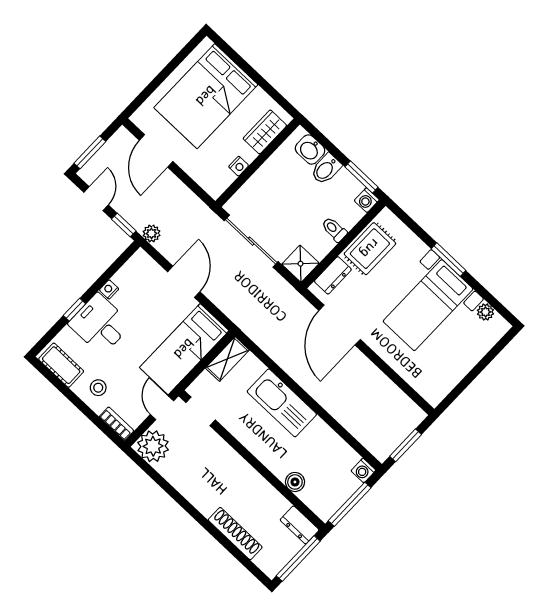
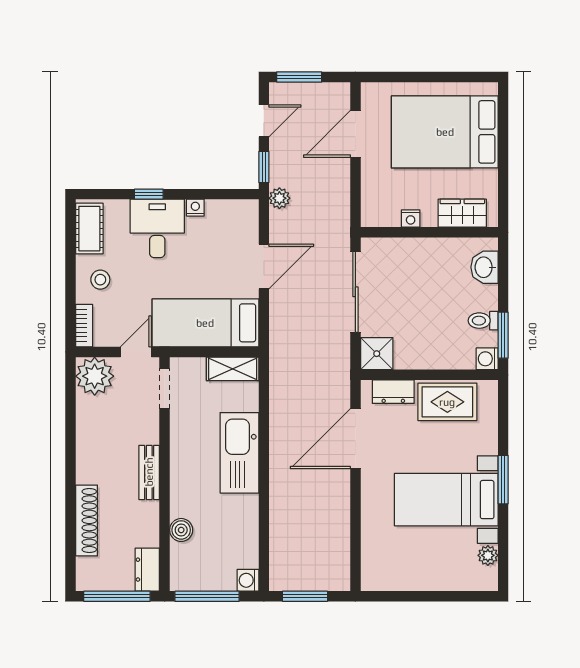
bidet: (326, 169) -> (481, 297), removed
toilet: (334, 230) -> (483, 321), moved, turned -90
bench: (242, 468) -> (149, 472), added

